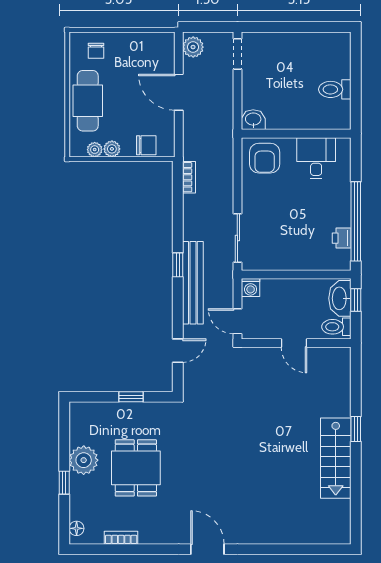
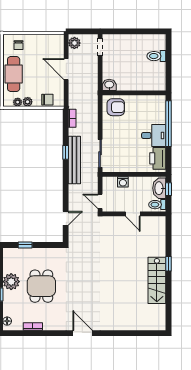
toilet: (335, 89) -> (156, 56), moved
armchair: (265, 158) -> (116, 107), turned -90
desk: (316, 158) -> (154, 135), moved, turned 90
window: (356, 221) -> (168, 124), moved
printer: (342, 238) -> (158, 158), width x1.87, depth x1.48
window: (178, 265) -> (66, 152), moved
bench: (193, 283) -> (74, 160), moved
washing machine: (251, 288) -> (123, 182), moved
window: (131, 397) -> (25, 245), moved

